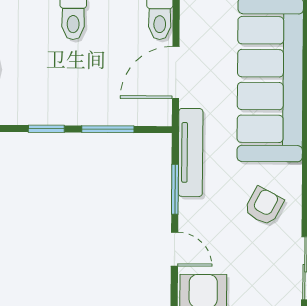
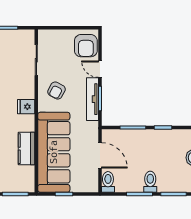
door: (176, 73) -> (100, 155), hinge flipped
tv unit: (191, 152) -> (92, 99), moved

